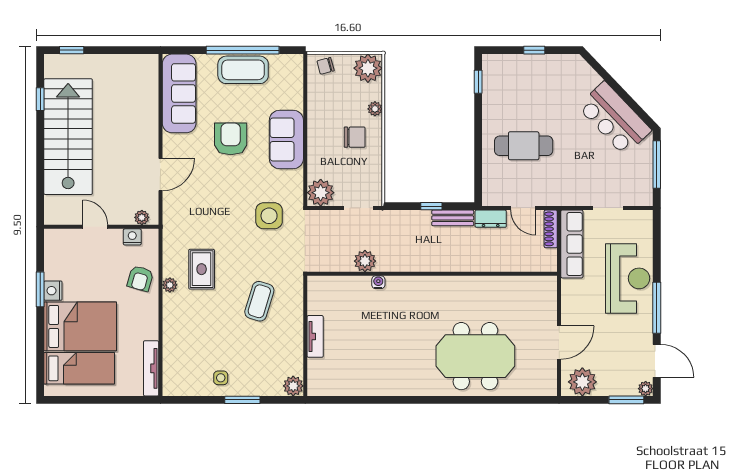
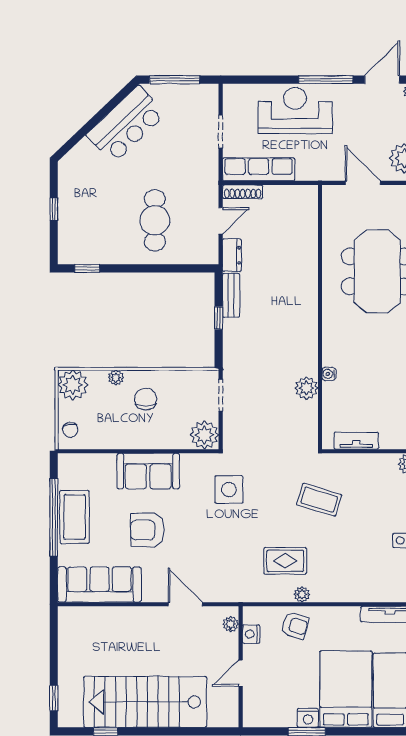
plant: (365, 261) -> (306, 388), moved
wall: (432, 274) -> (320, 317), moved
water cooler: (378, 282) -> (329, 374), moved

